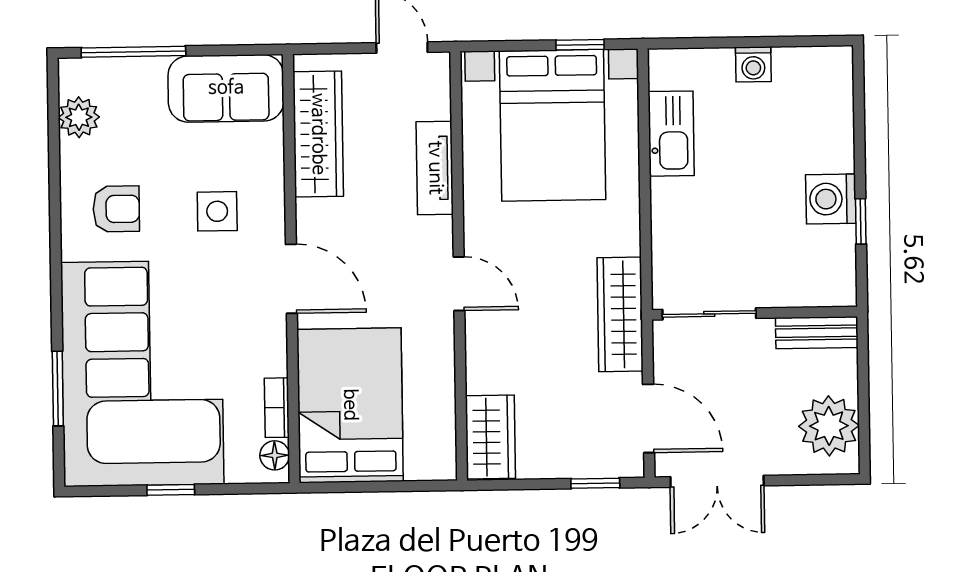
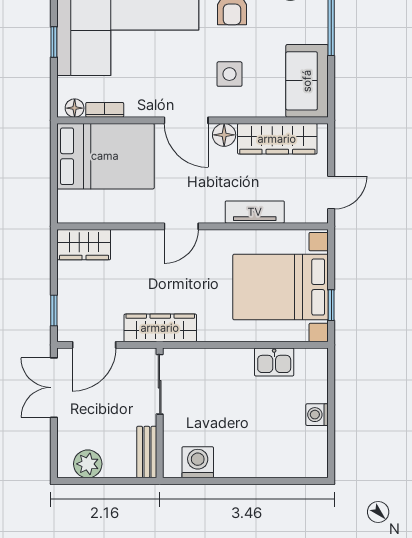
kitchen sink: (671, 134) -> (274, 362), width x0.73
washing machine: (831, 199) -> (198, 462), moved
floor lamp: (313, 218) -> (224, 135), added
window: (861, 221) -> (217, 481), removed
door: (291, 279) -> (186, 120), hinge flipped
plant: (829, 426) -> (88, 464), width x0.73, depth x0.73

